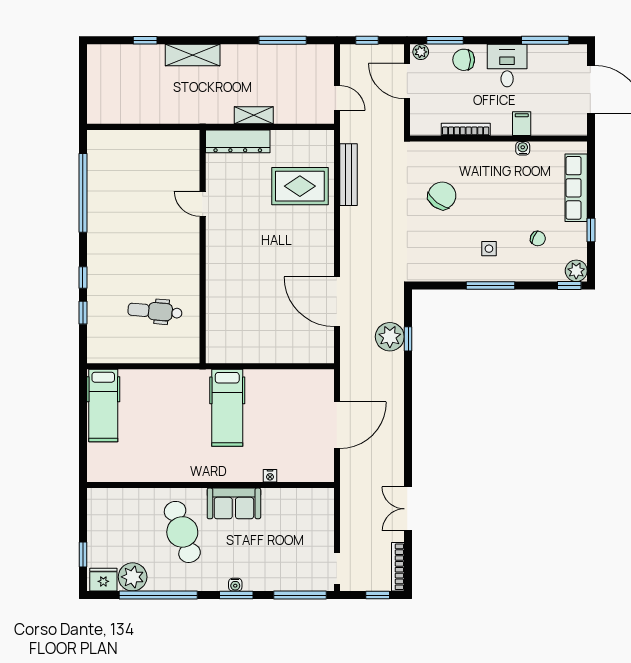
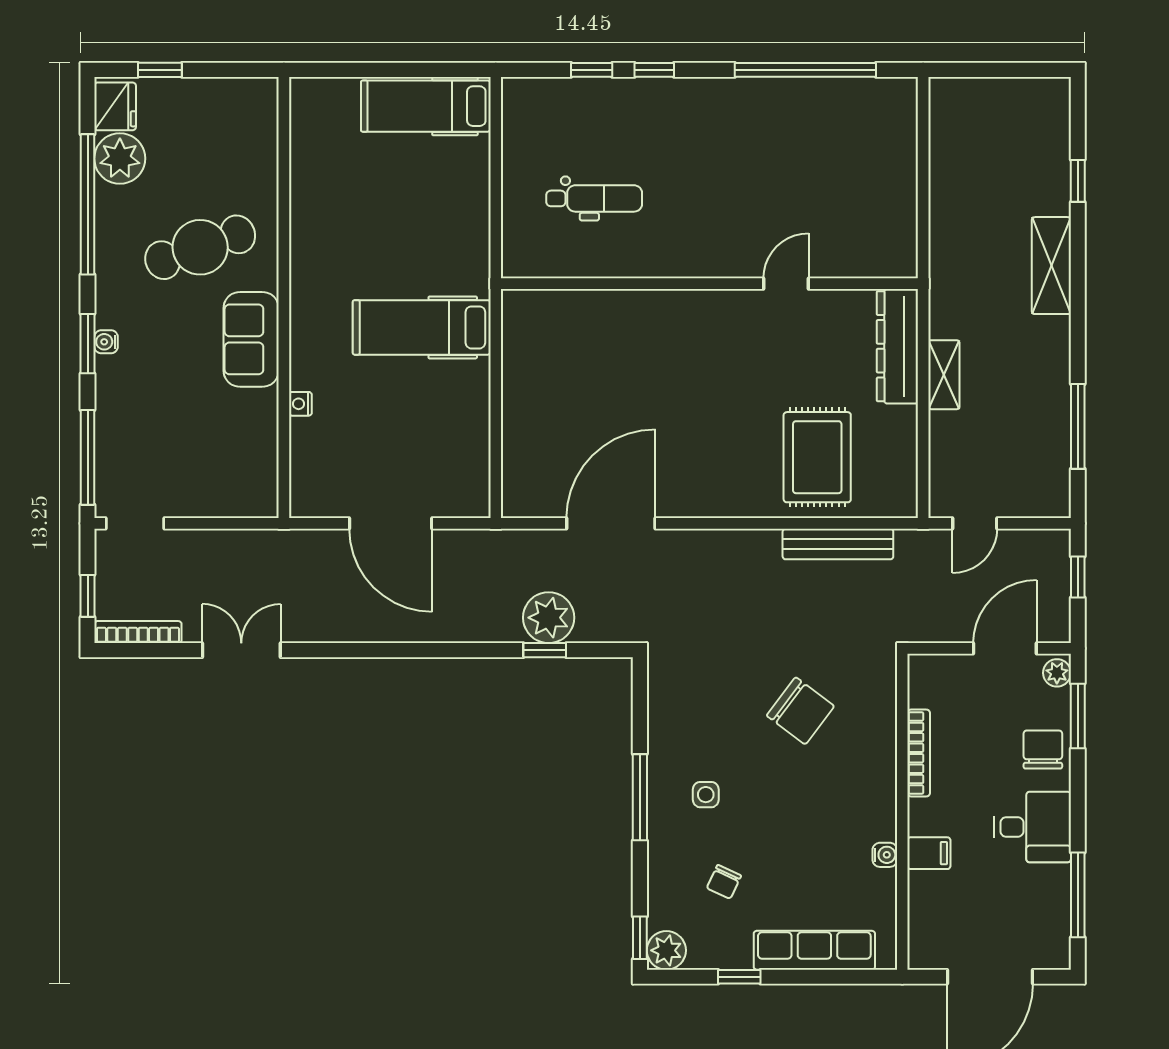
dental chair: (155, 311) -> (594, 198), turned 85

